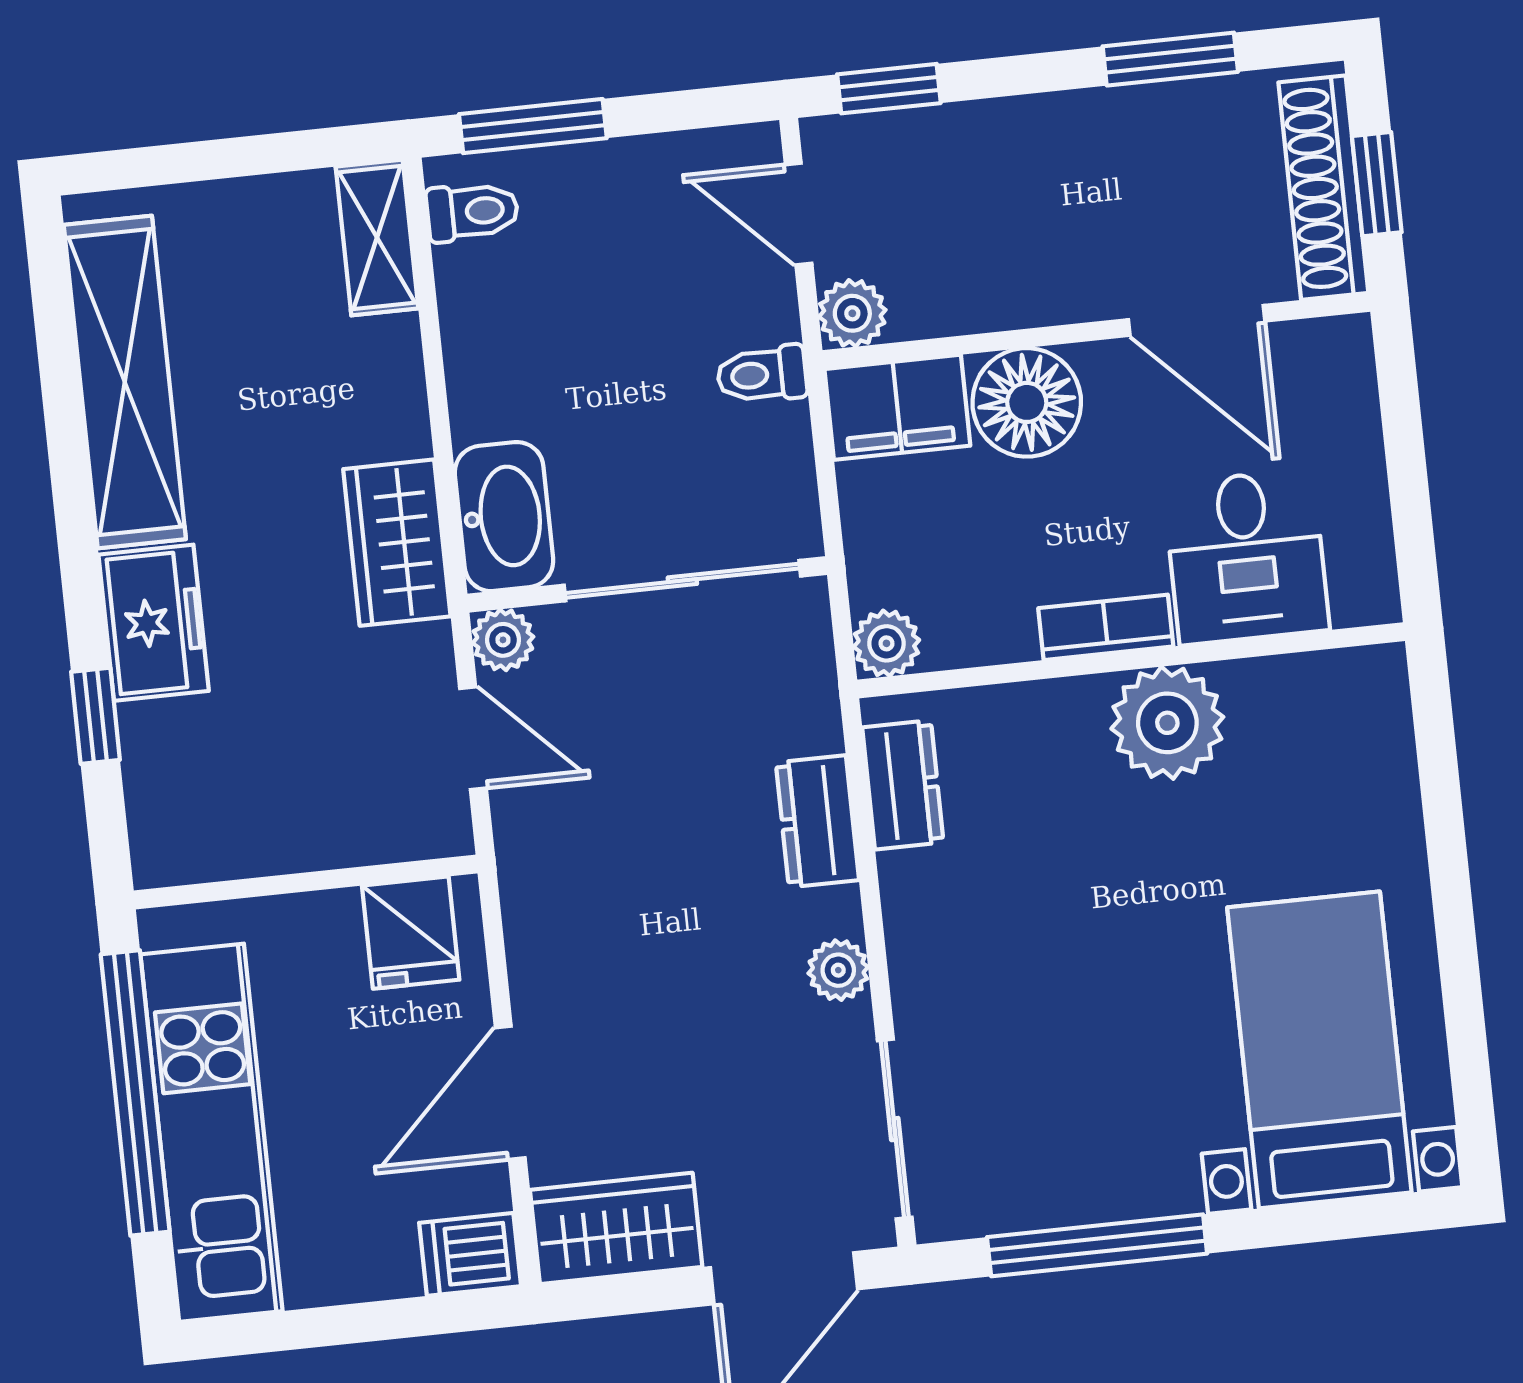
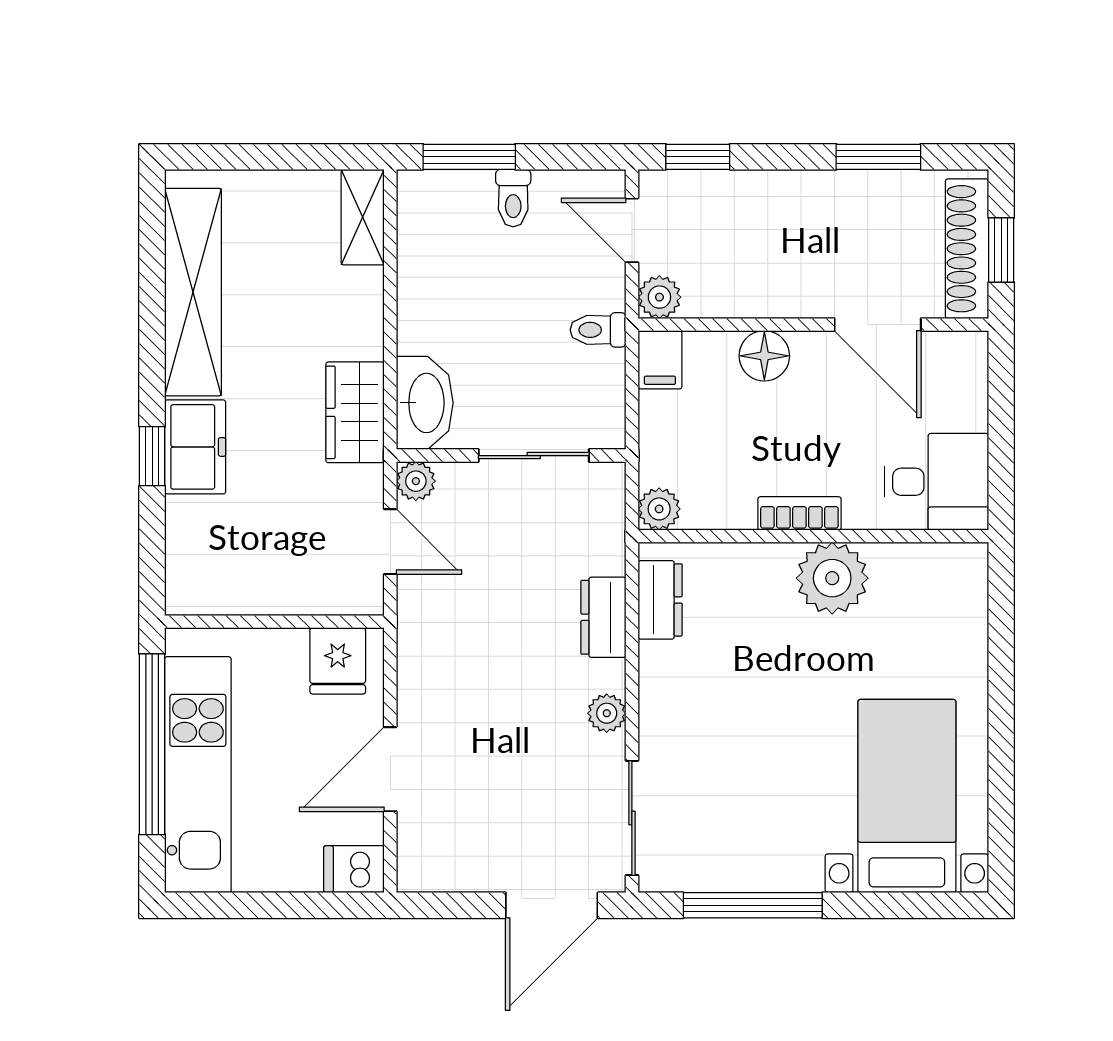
toilet: (472, 212) -> (513, 198), moved, turned 90
floor lamp: (1027, 402) -> (764, 356), width x0.73, depth x0.73
filing cabinet: (897, 407) -> (660, 360), width x0.50
desk: (1246, 557) -> (936, 482), moved, turned -90
sliding door: (682, 581) -> (534, 456), width x0.73
window: (96, 716) -> (152, 456), moved
wardrobe: (616, 1228) -> (448, 862), removed

